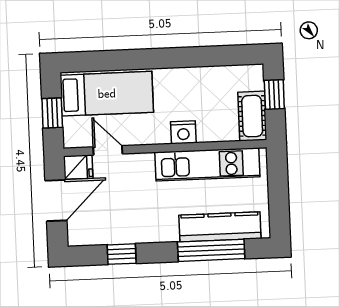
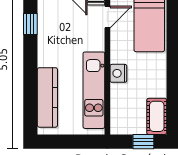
cot: (252, 116) -> (157, 116), moved, turned 90
window: (211, 250) -> (30, 90), removed

